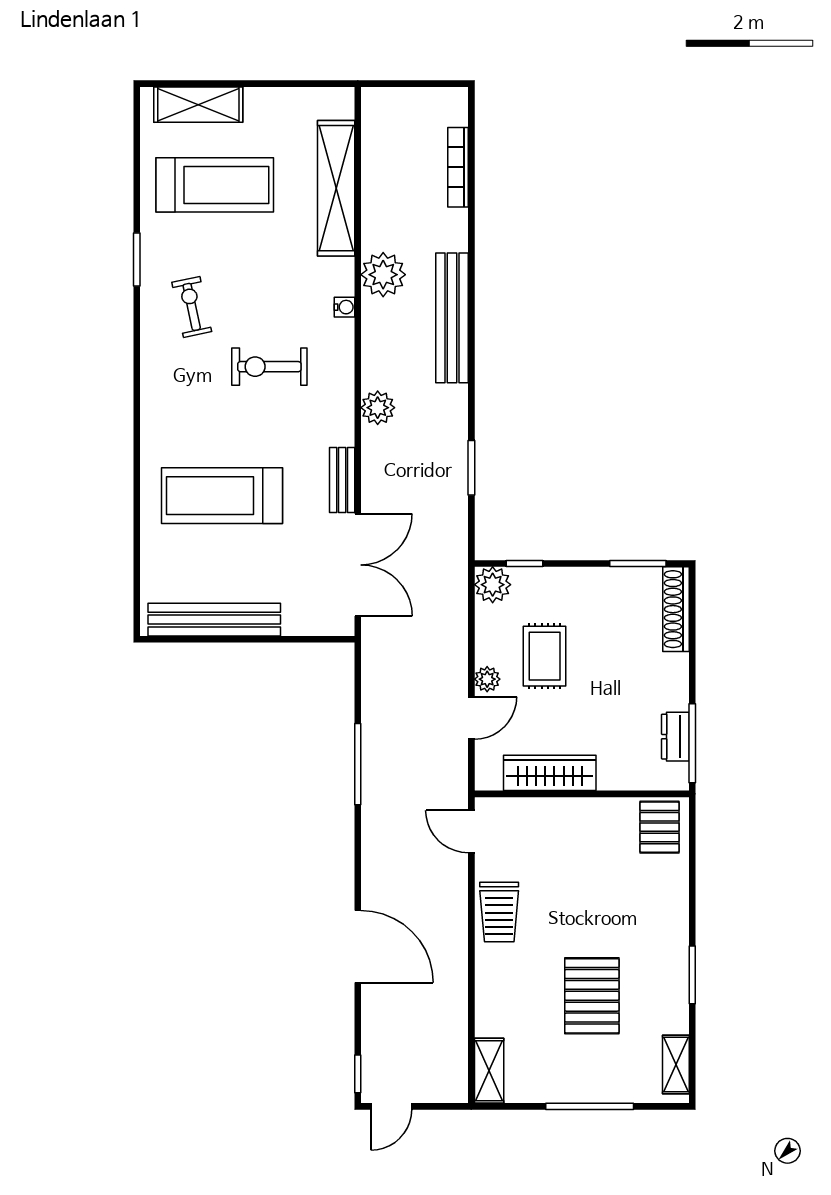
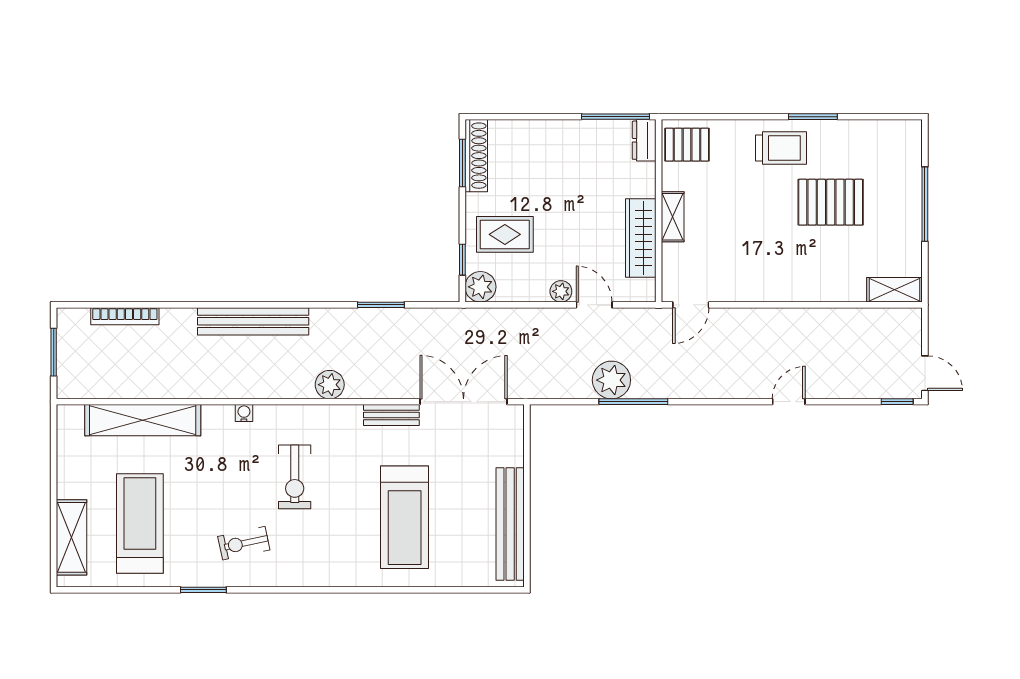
window: (416, 84) -> (54, 352), added
plant: (383, 275) -> (611, 380), moved
shoe rack: (676, 609) -> (476, 156), moved, turned -90
rug: (545, 656) -> (505, 234), moved
dresser: (675, 737) -> (644, 140), moved, turned 90
trolley: (499, 912) -> (781, 148), moved
door: (358, 947) -> (789, 402), width x0.53
shelving: (676, 1064) -> (673, 217), moved, turned 90

